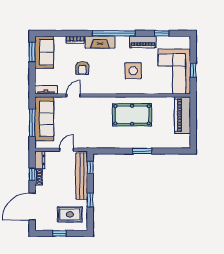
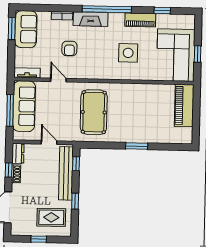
door: (73, 95) -> (58, 80), hinge flipped
pool table: (132, 115) -> (94, 112), moved, turned 90
door: (66, 150) -> (49, 142), hinge flipped

